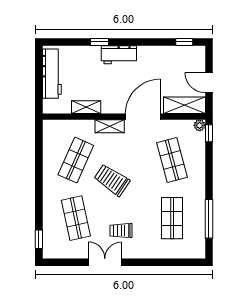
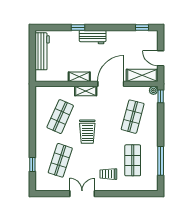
shelving: (86, 107) -> (79, 77), moved
shop shelf: (172, 160) -> (133, 117), turned 30
trolley: (112, 180) -> (87, 132), turned -124
shop shelf: (76, 218) -> (60, 160), turned 30
trolley: (121, 231) -> (108, 174), moved
window: (39, 239) -> (32, 165), moved

